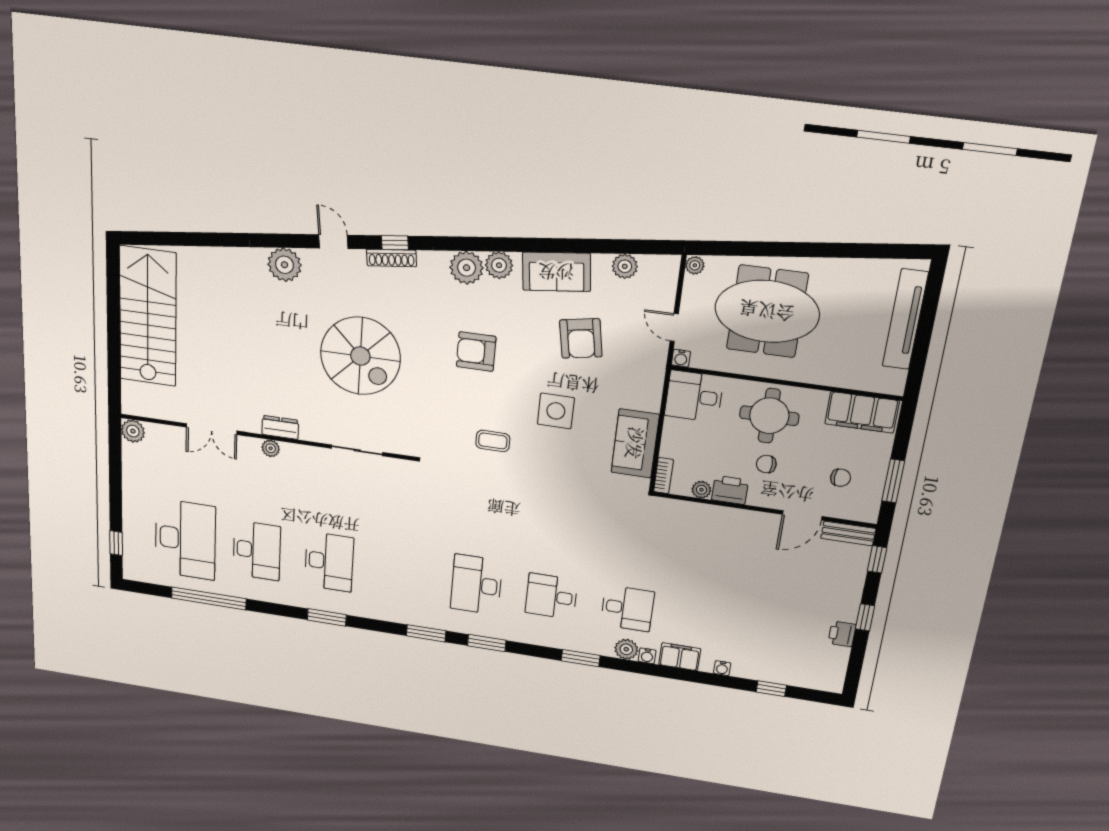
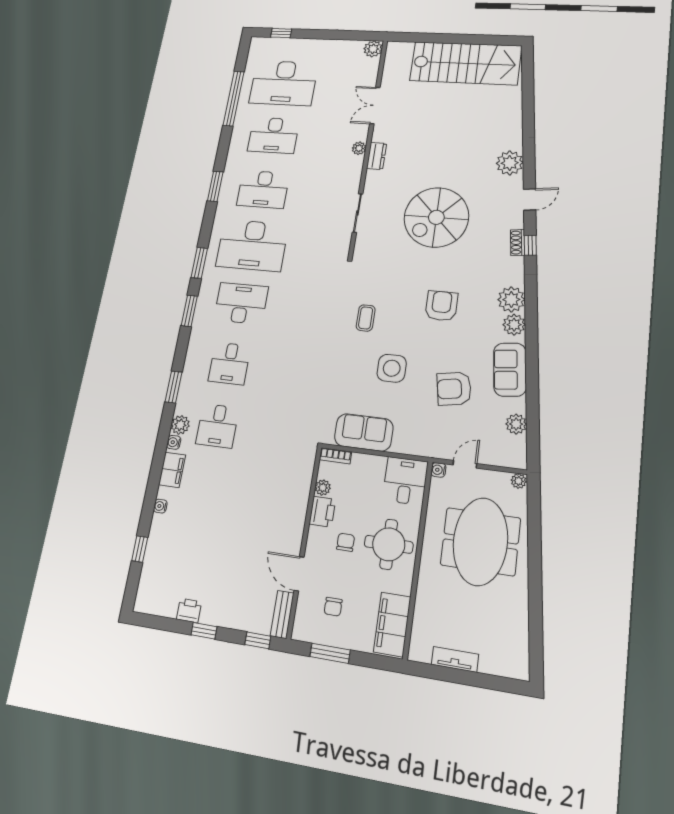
shoe rack: (391, 258) -> (518, 243), width x0.70
tv unit: (905, 319) -> (455, 659), width x0.52, depth x0.78
desk: (402, 573) -> (252, 245), added
desk: (551, 596) -> (229, 363), turned 180

